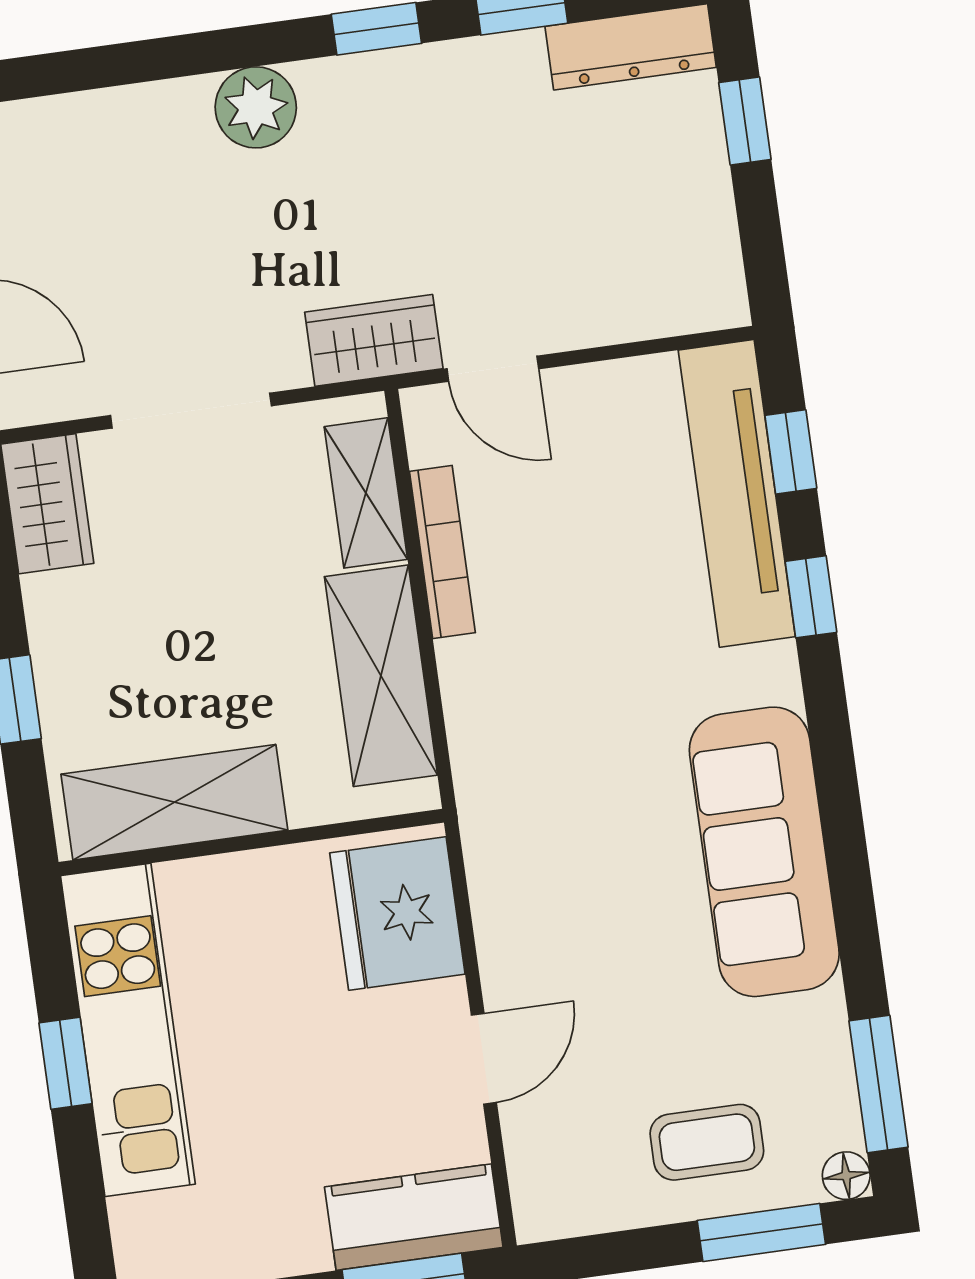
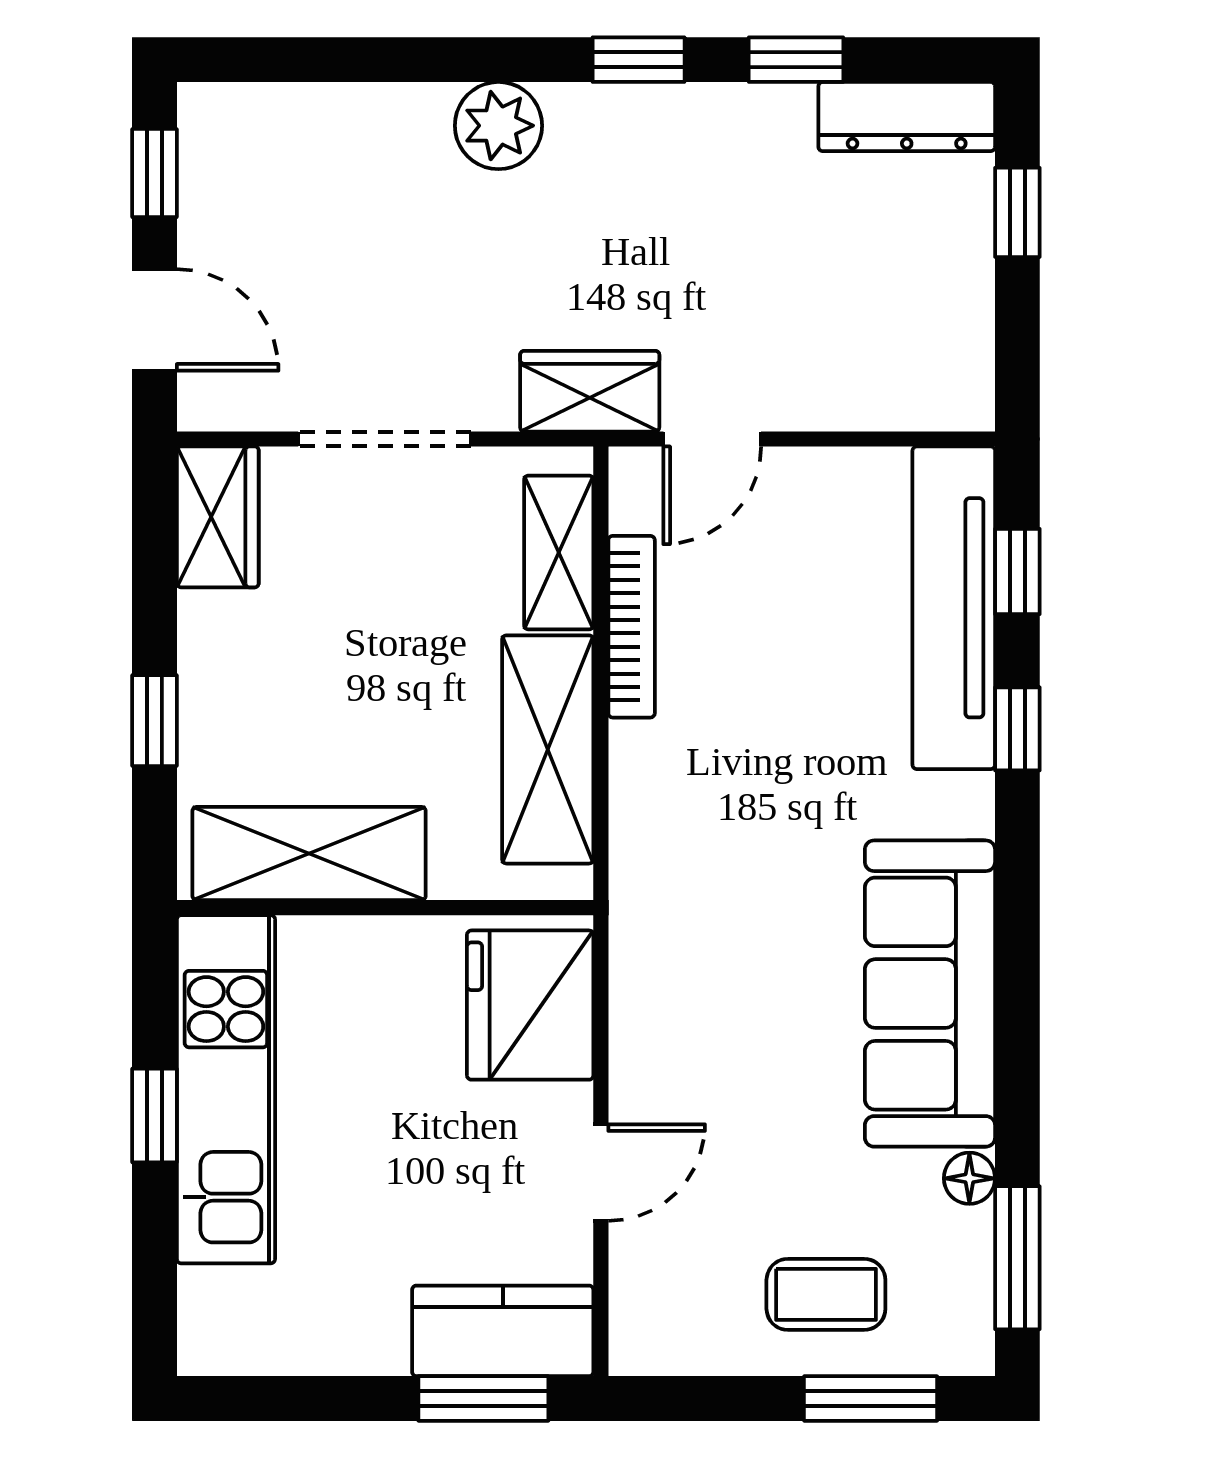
door: (493, 369) -> (712, 439), hinge flipped
floor lamp: (846, 1176) -> (969, 1178), moved

